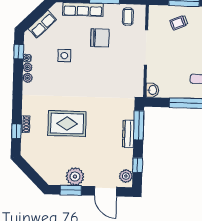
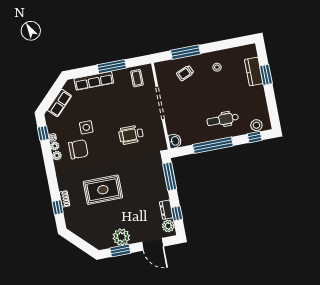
chair: (100, 38) -> (78, 149), moved
wheelchair: (109, 73) -> (131, 135), added
dresser: (128, 134) -> (166, 210), moved, width x0.70

